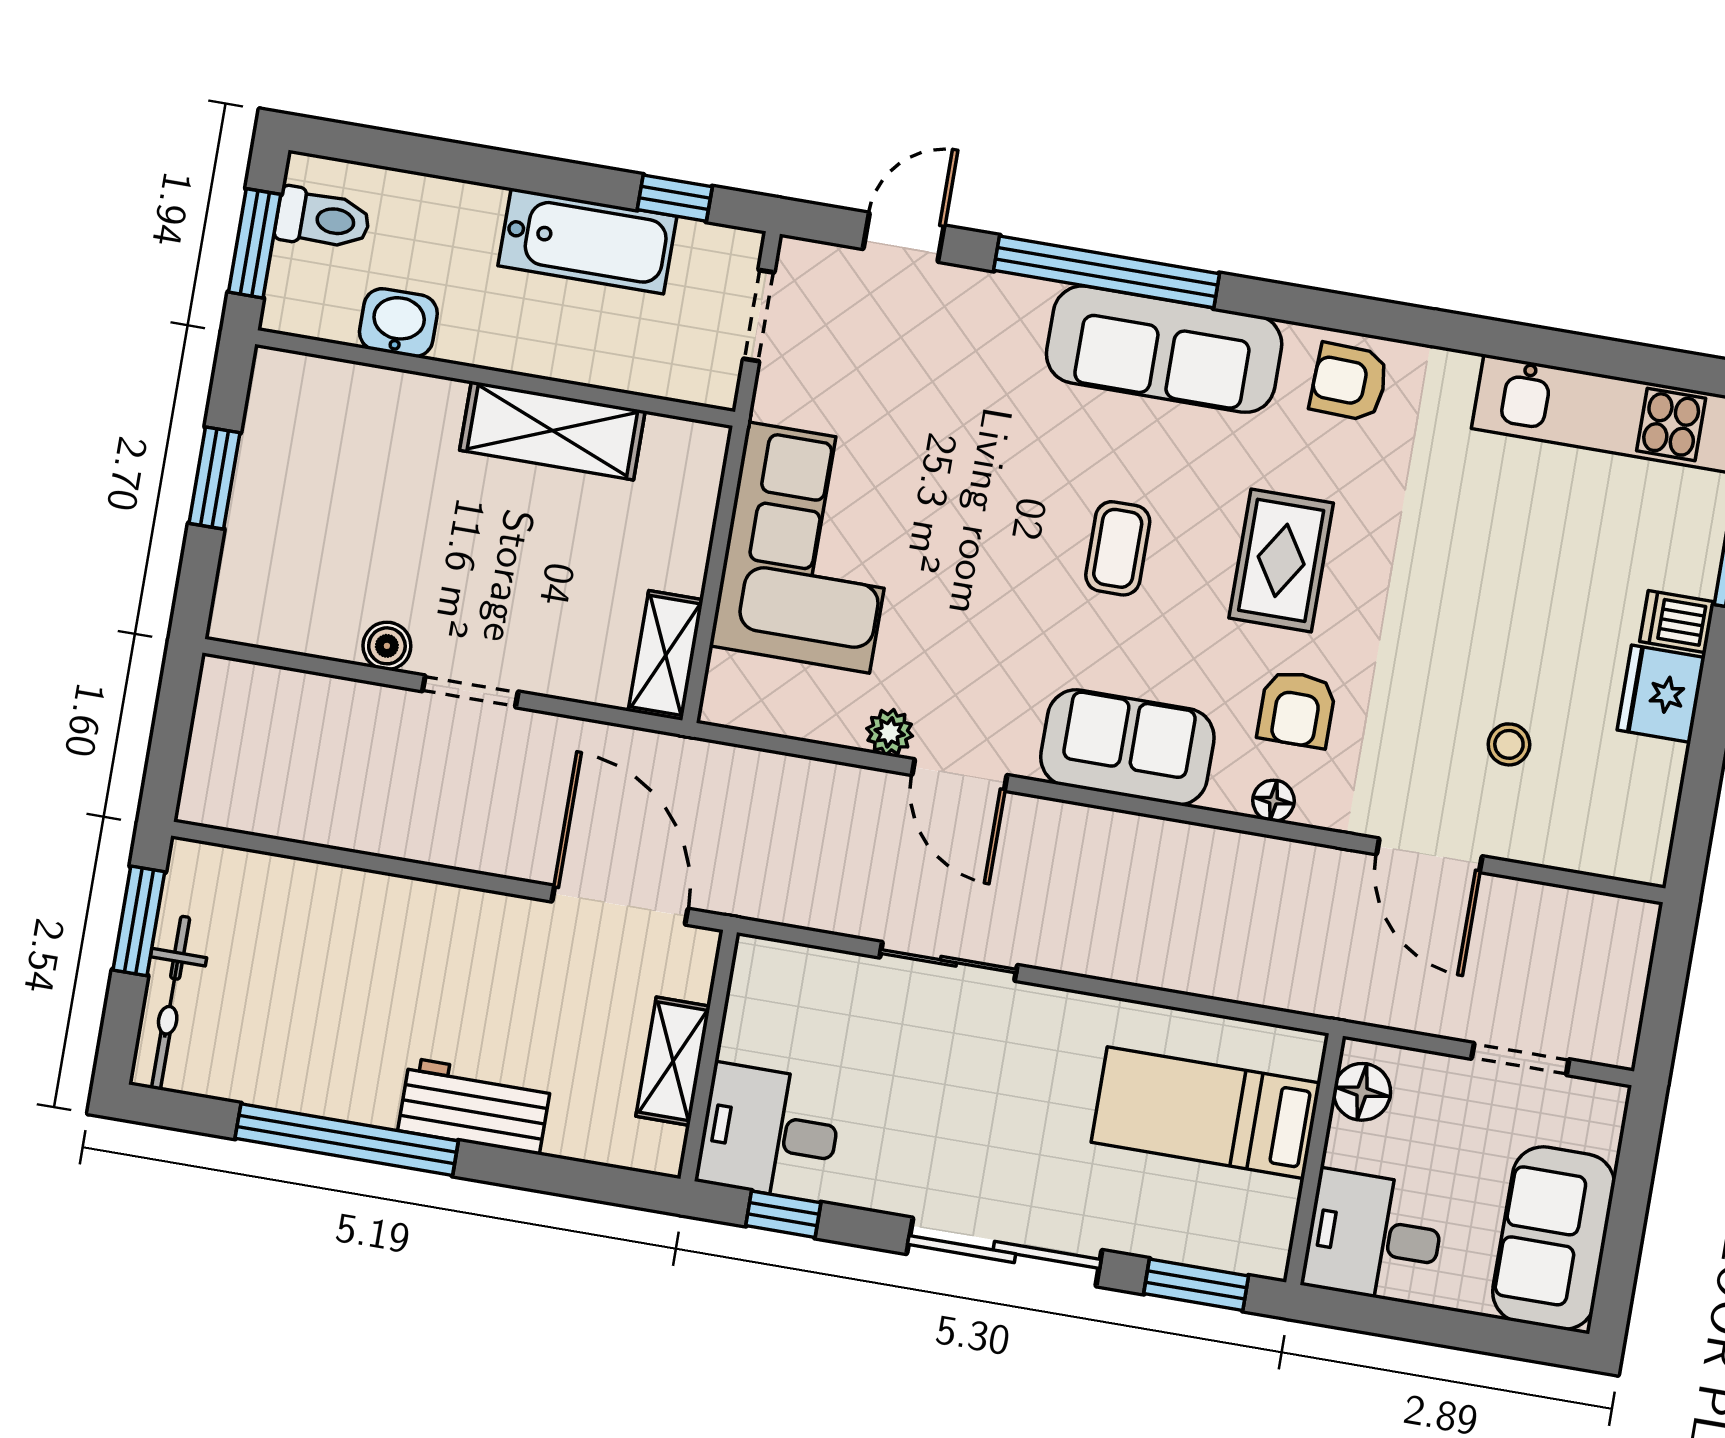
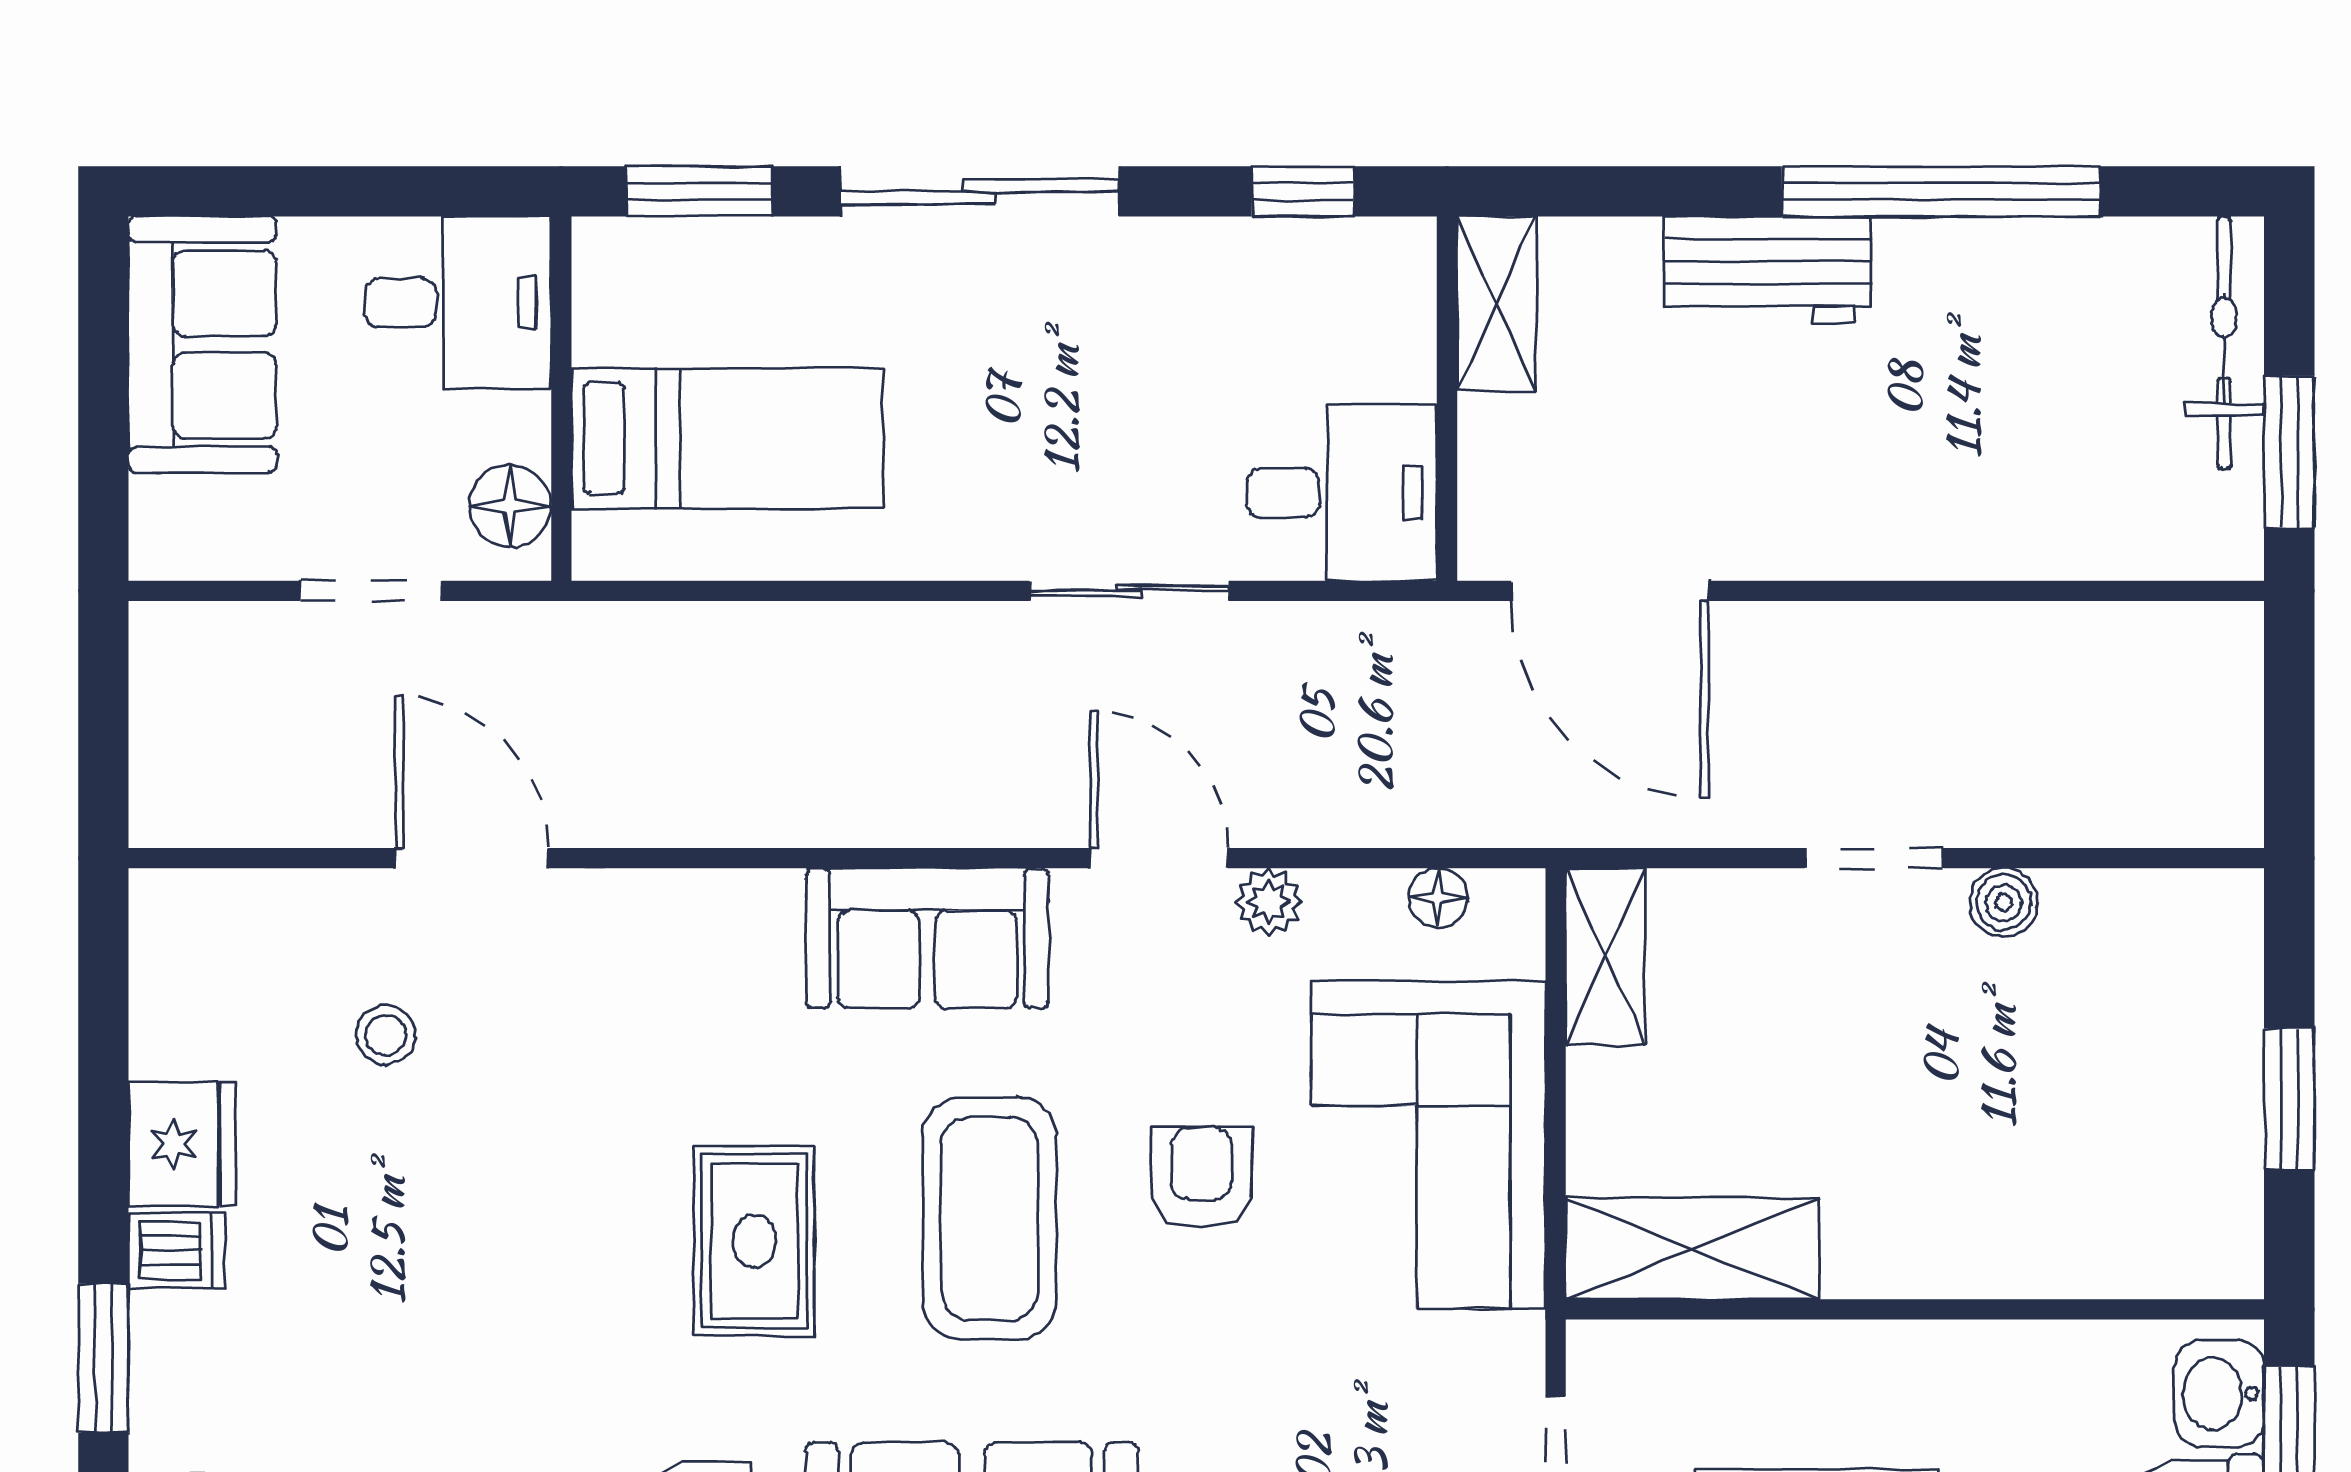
washbasin: (398, 323) -> (2219, 1393), moved, turned 90
shelving: (552, 431) -> (1693, 1249), moved
coffee table: (1118, 548) -> (989, 1219), width x1.86, depth x1.72
armchair: (1297, 709) -> (1202, 1178), moved
floor lamp: (1273, 801) -> (1438, 898), moved
doorway: (1520, 1059) -> (371, 591), moved
shelving: (673, 1061) -> (1496, 304), moved
desk: (770, 1132) -> (1342, 493), moved

